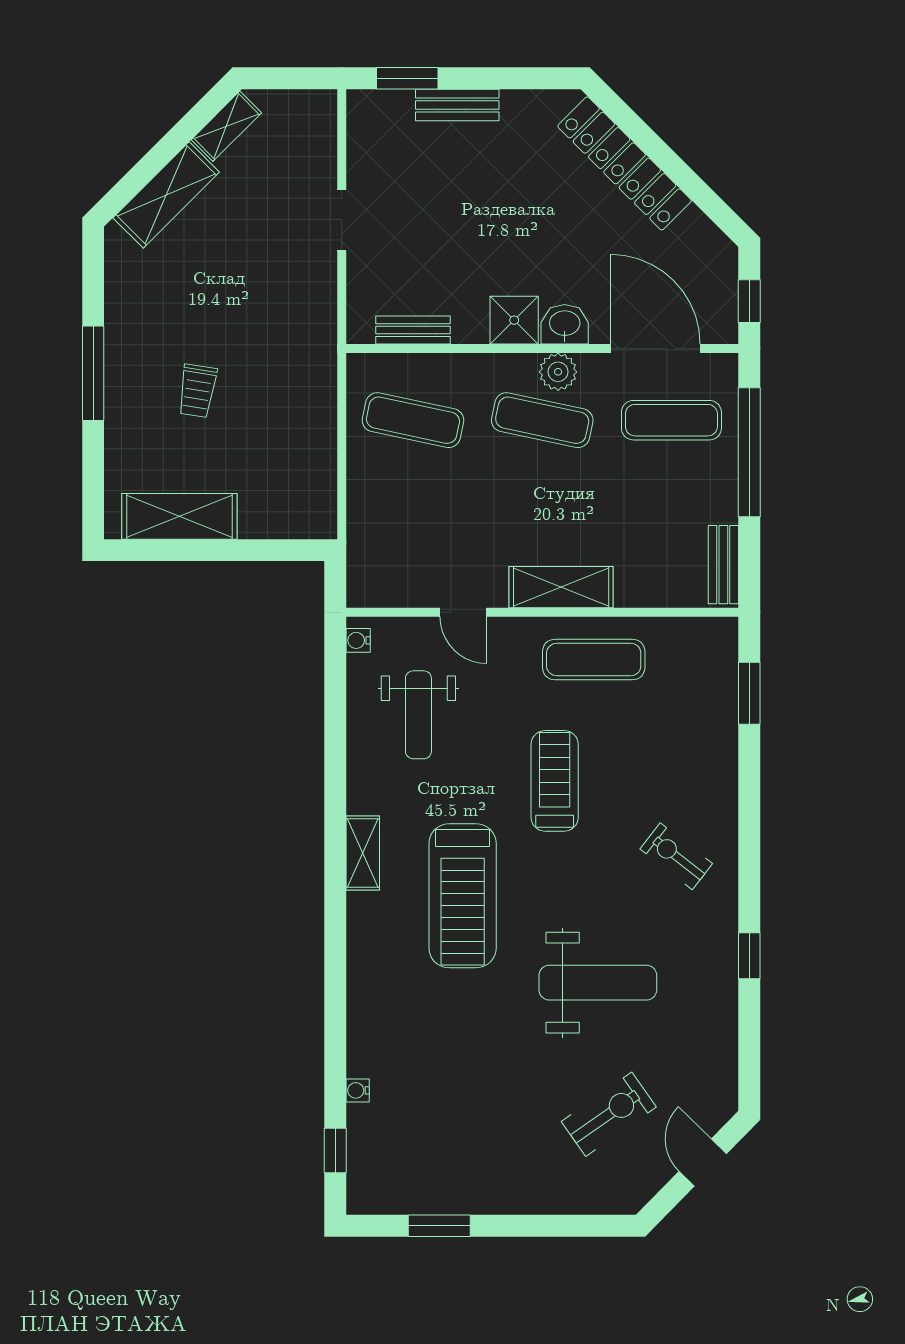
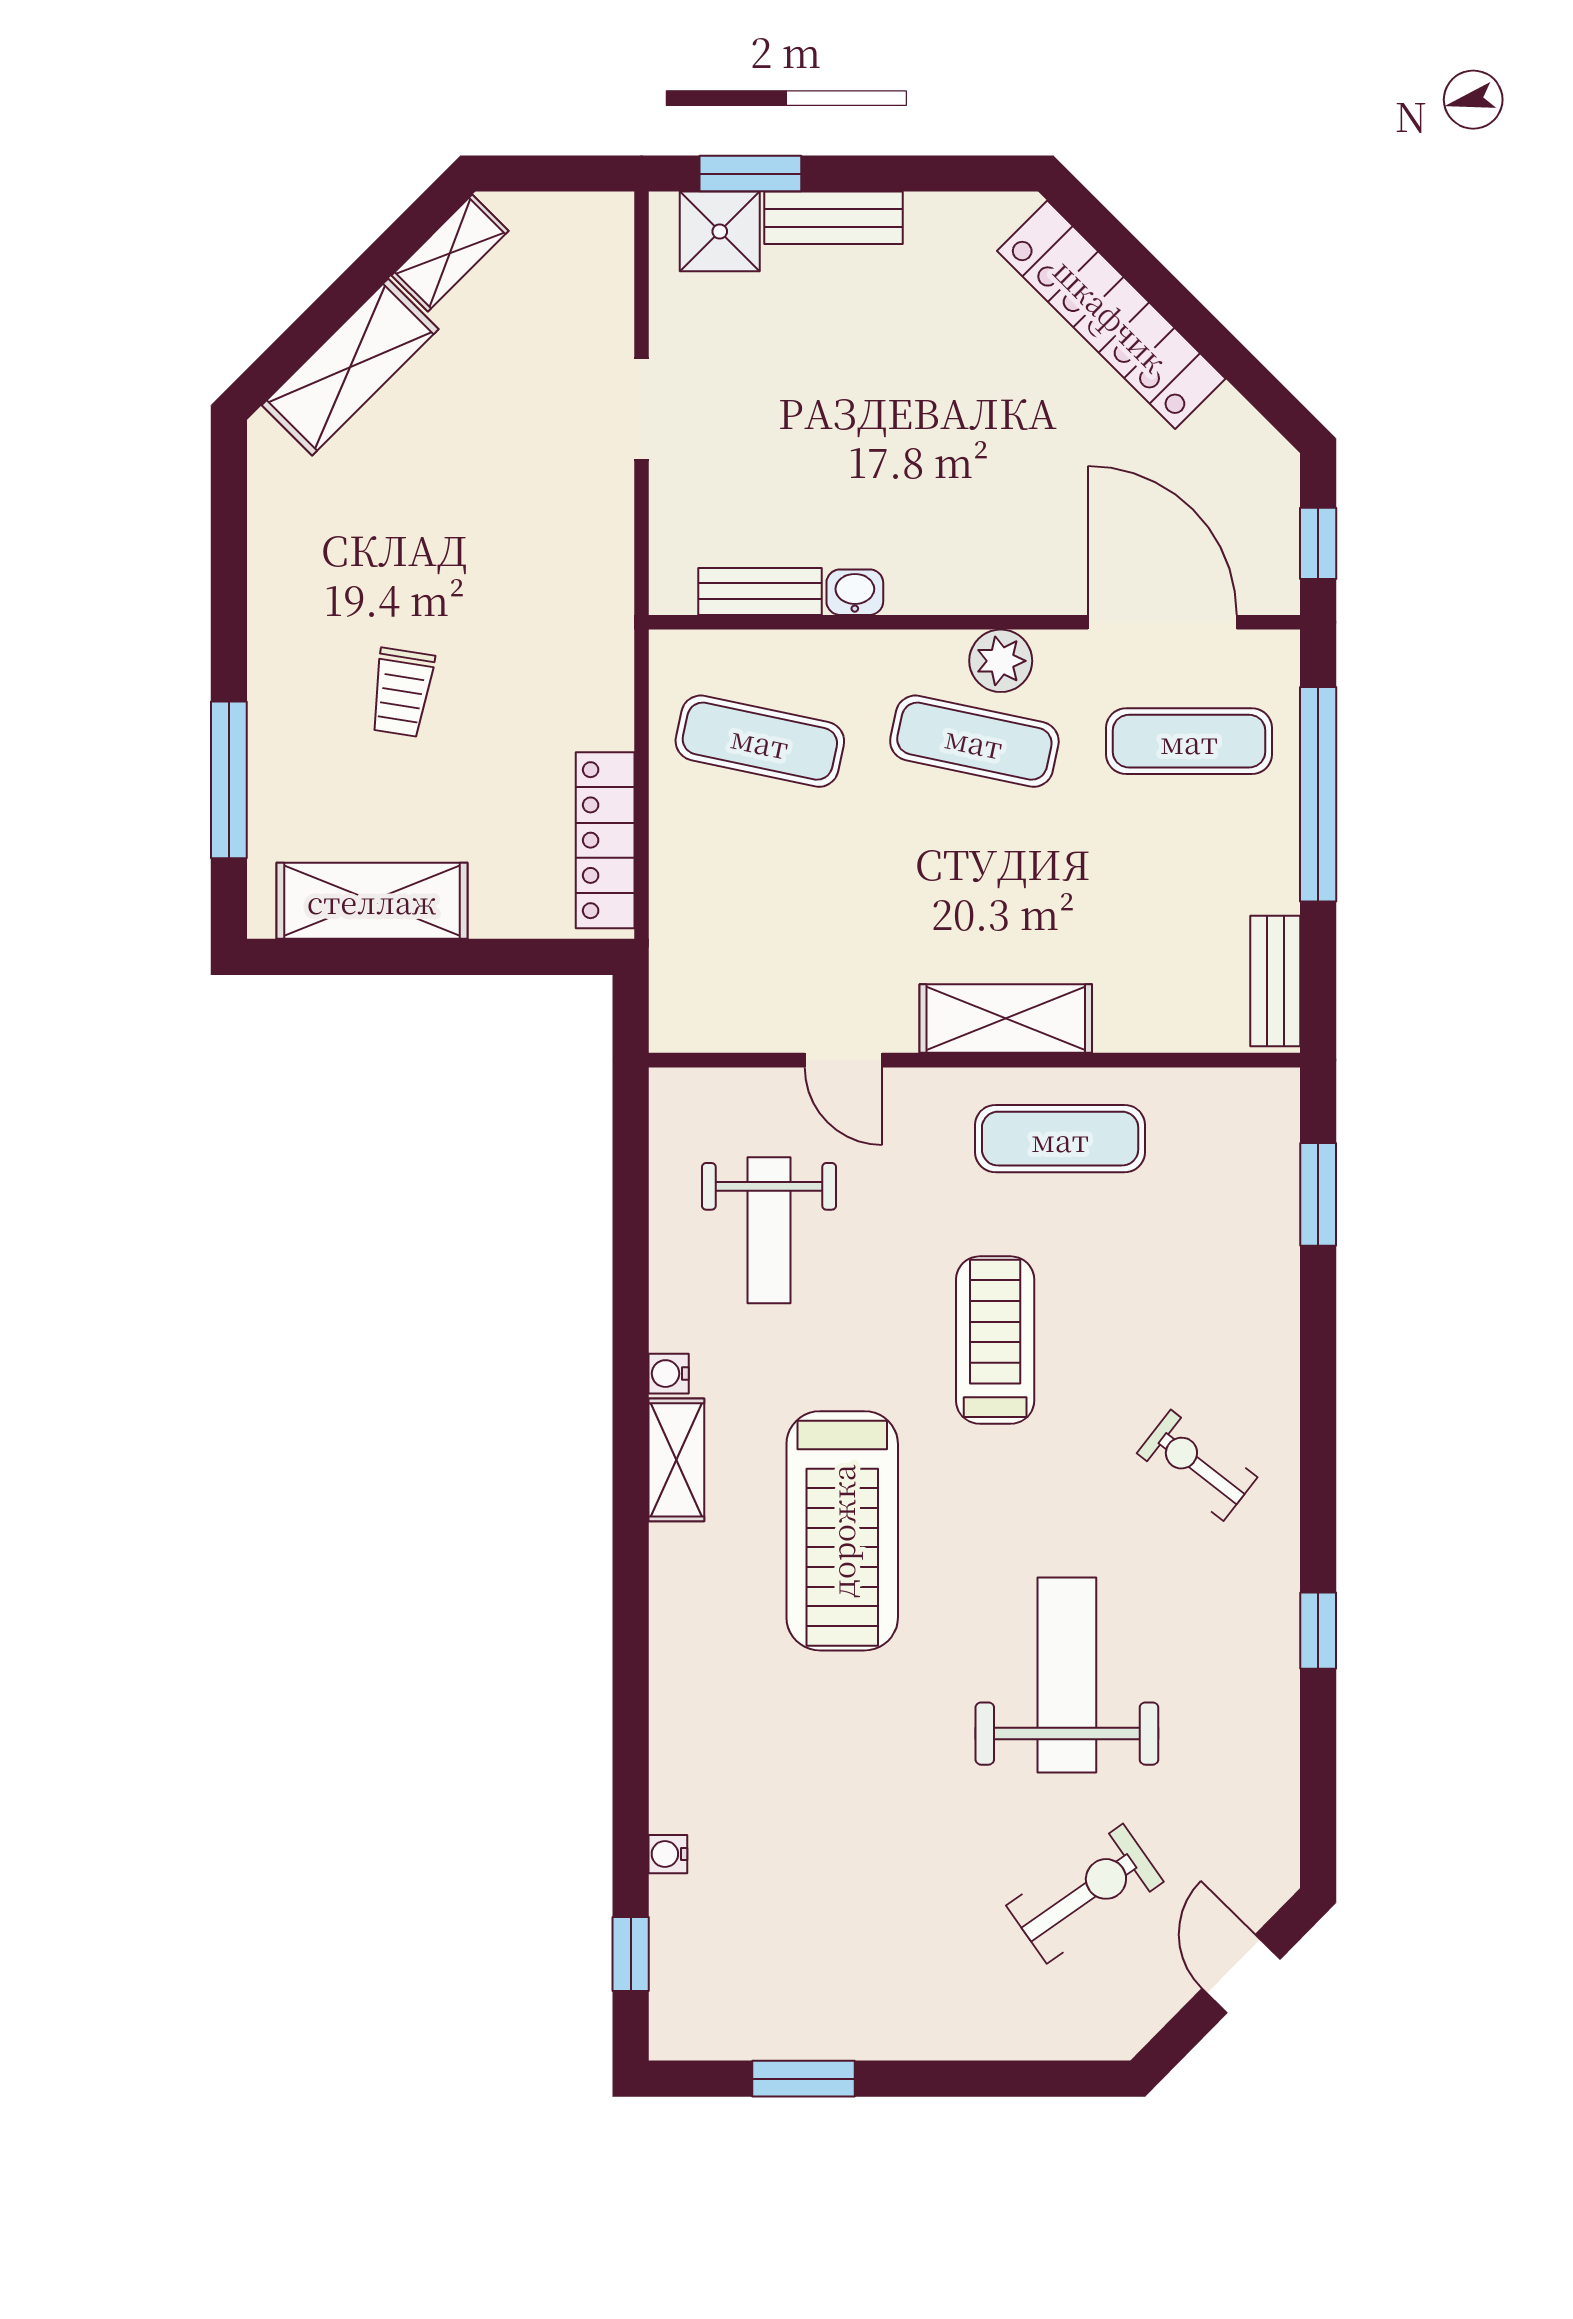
shower: (514, 320) -> (720, 231), moved
washbasin: (565, 324) -> (855, 592), moved, width x0.72, depth x0.69
window: (93, 373) -> (229, 780), moved
locker: (320, 480) -> (605, 840), added
water cooler: (358, 640) -> (669, 1374), moved
weight bench: (598, 983) -> (1067, 1675), turned -90

